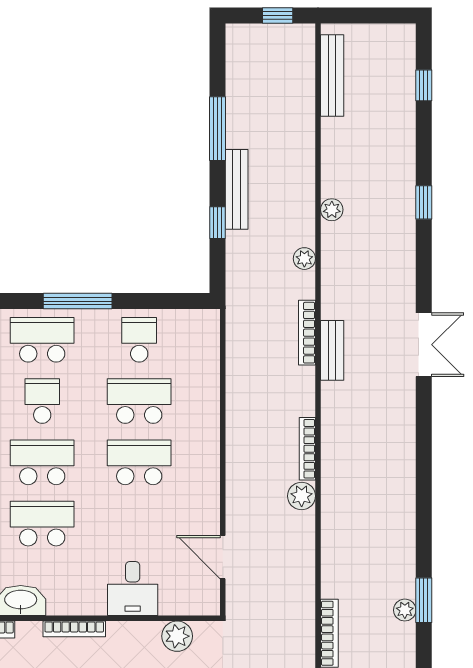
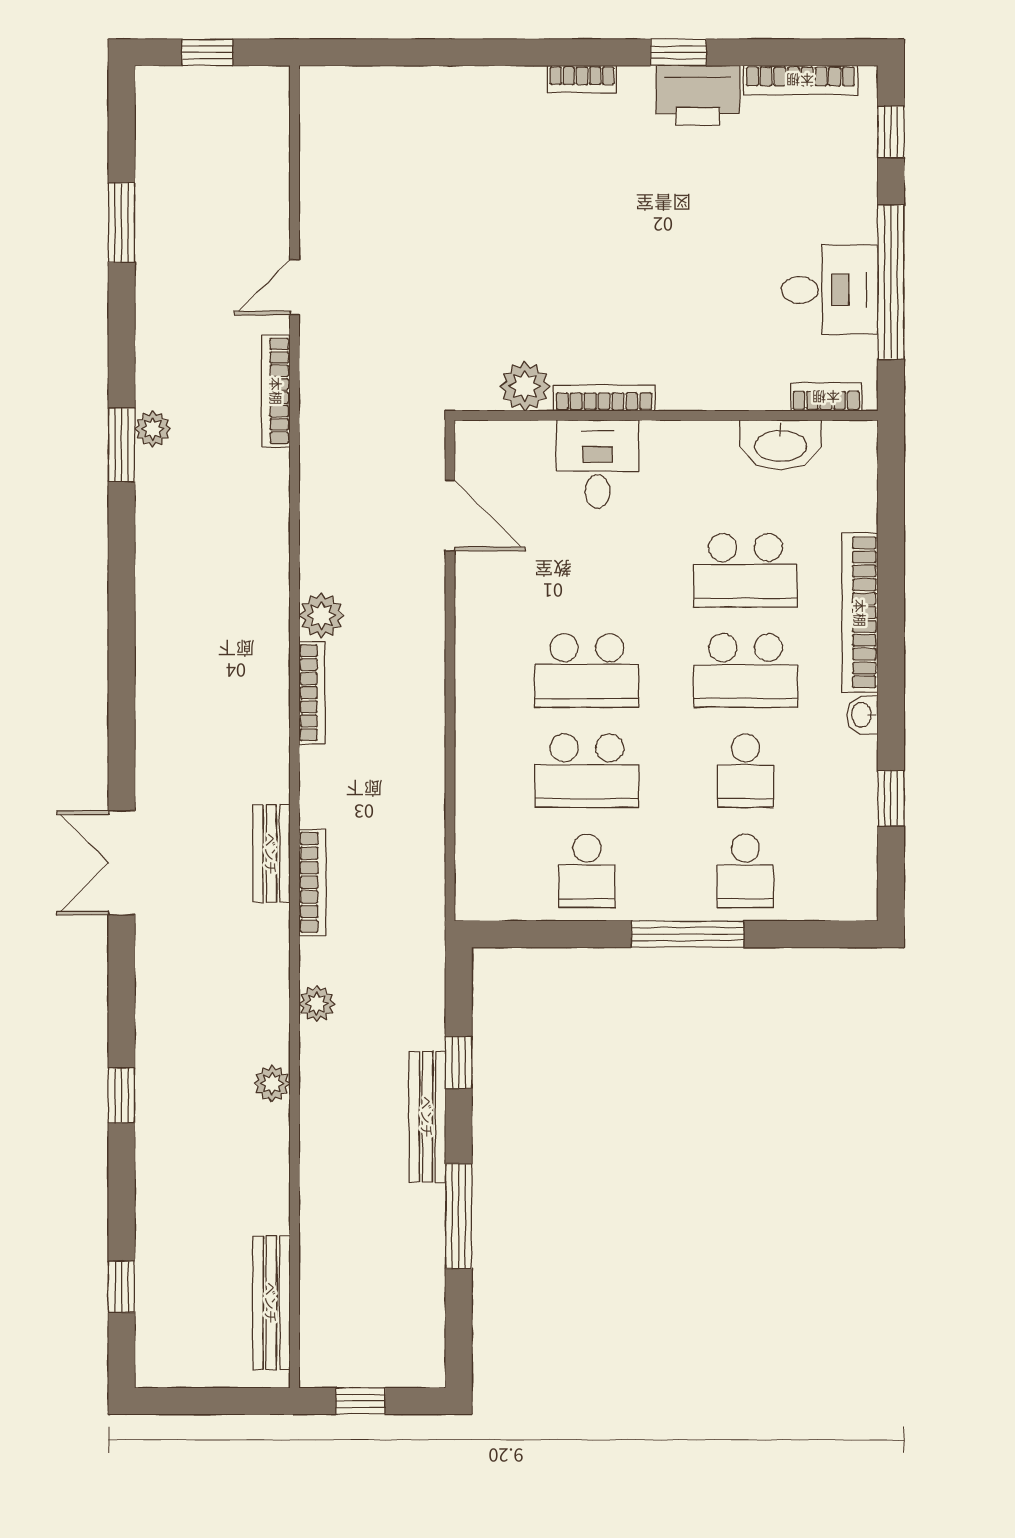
school desk: (42, 340) -> (745, 871), width x0.54
bookcase: (74, 629) -> (604, 398), moved

